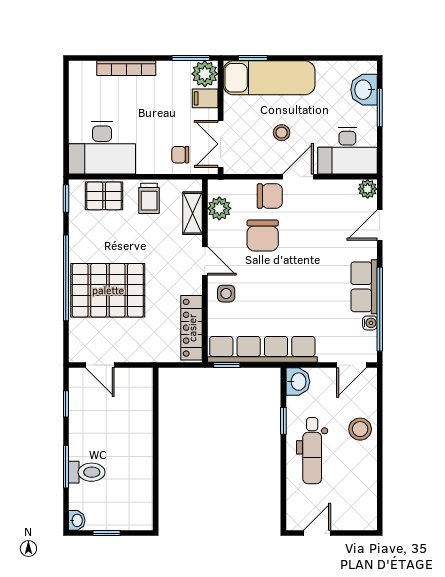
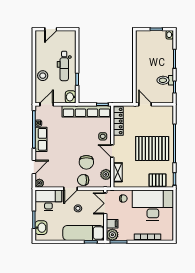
double door: (221, 144) -> (105, 203), swing flipped
desk: (102, 148) -> (153, 205), width x1.36, depth x1.30
trolley: (149, 198) -> (137, 179), removed
chair: (263, 236) -> (86, 162), turned 180
pallet: (108, 290) -> (152, 148), moved
door: (100, 365) -> (145, 104), moved
dental chair: (312, 451) -> (64, 66), turned 180
toilet: (87, 472) -> (165, 80), moved
door: (317, 533) -> (51, 29), moved

